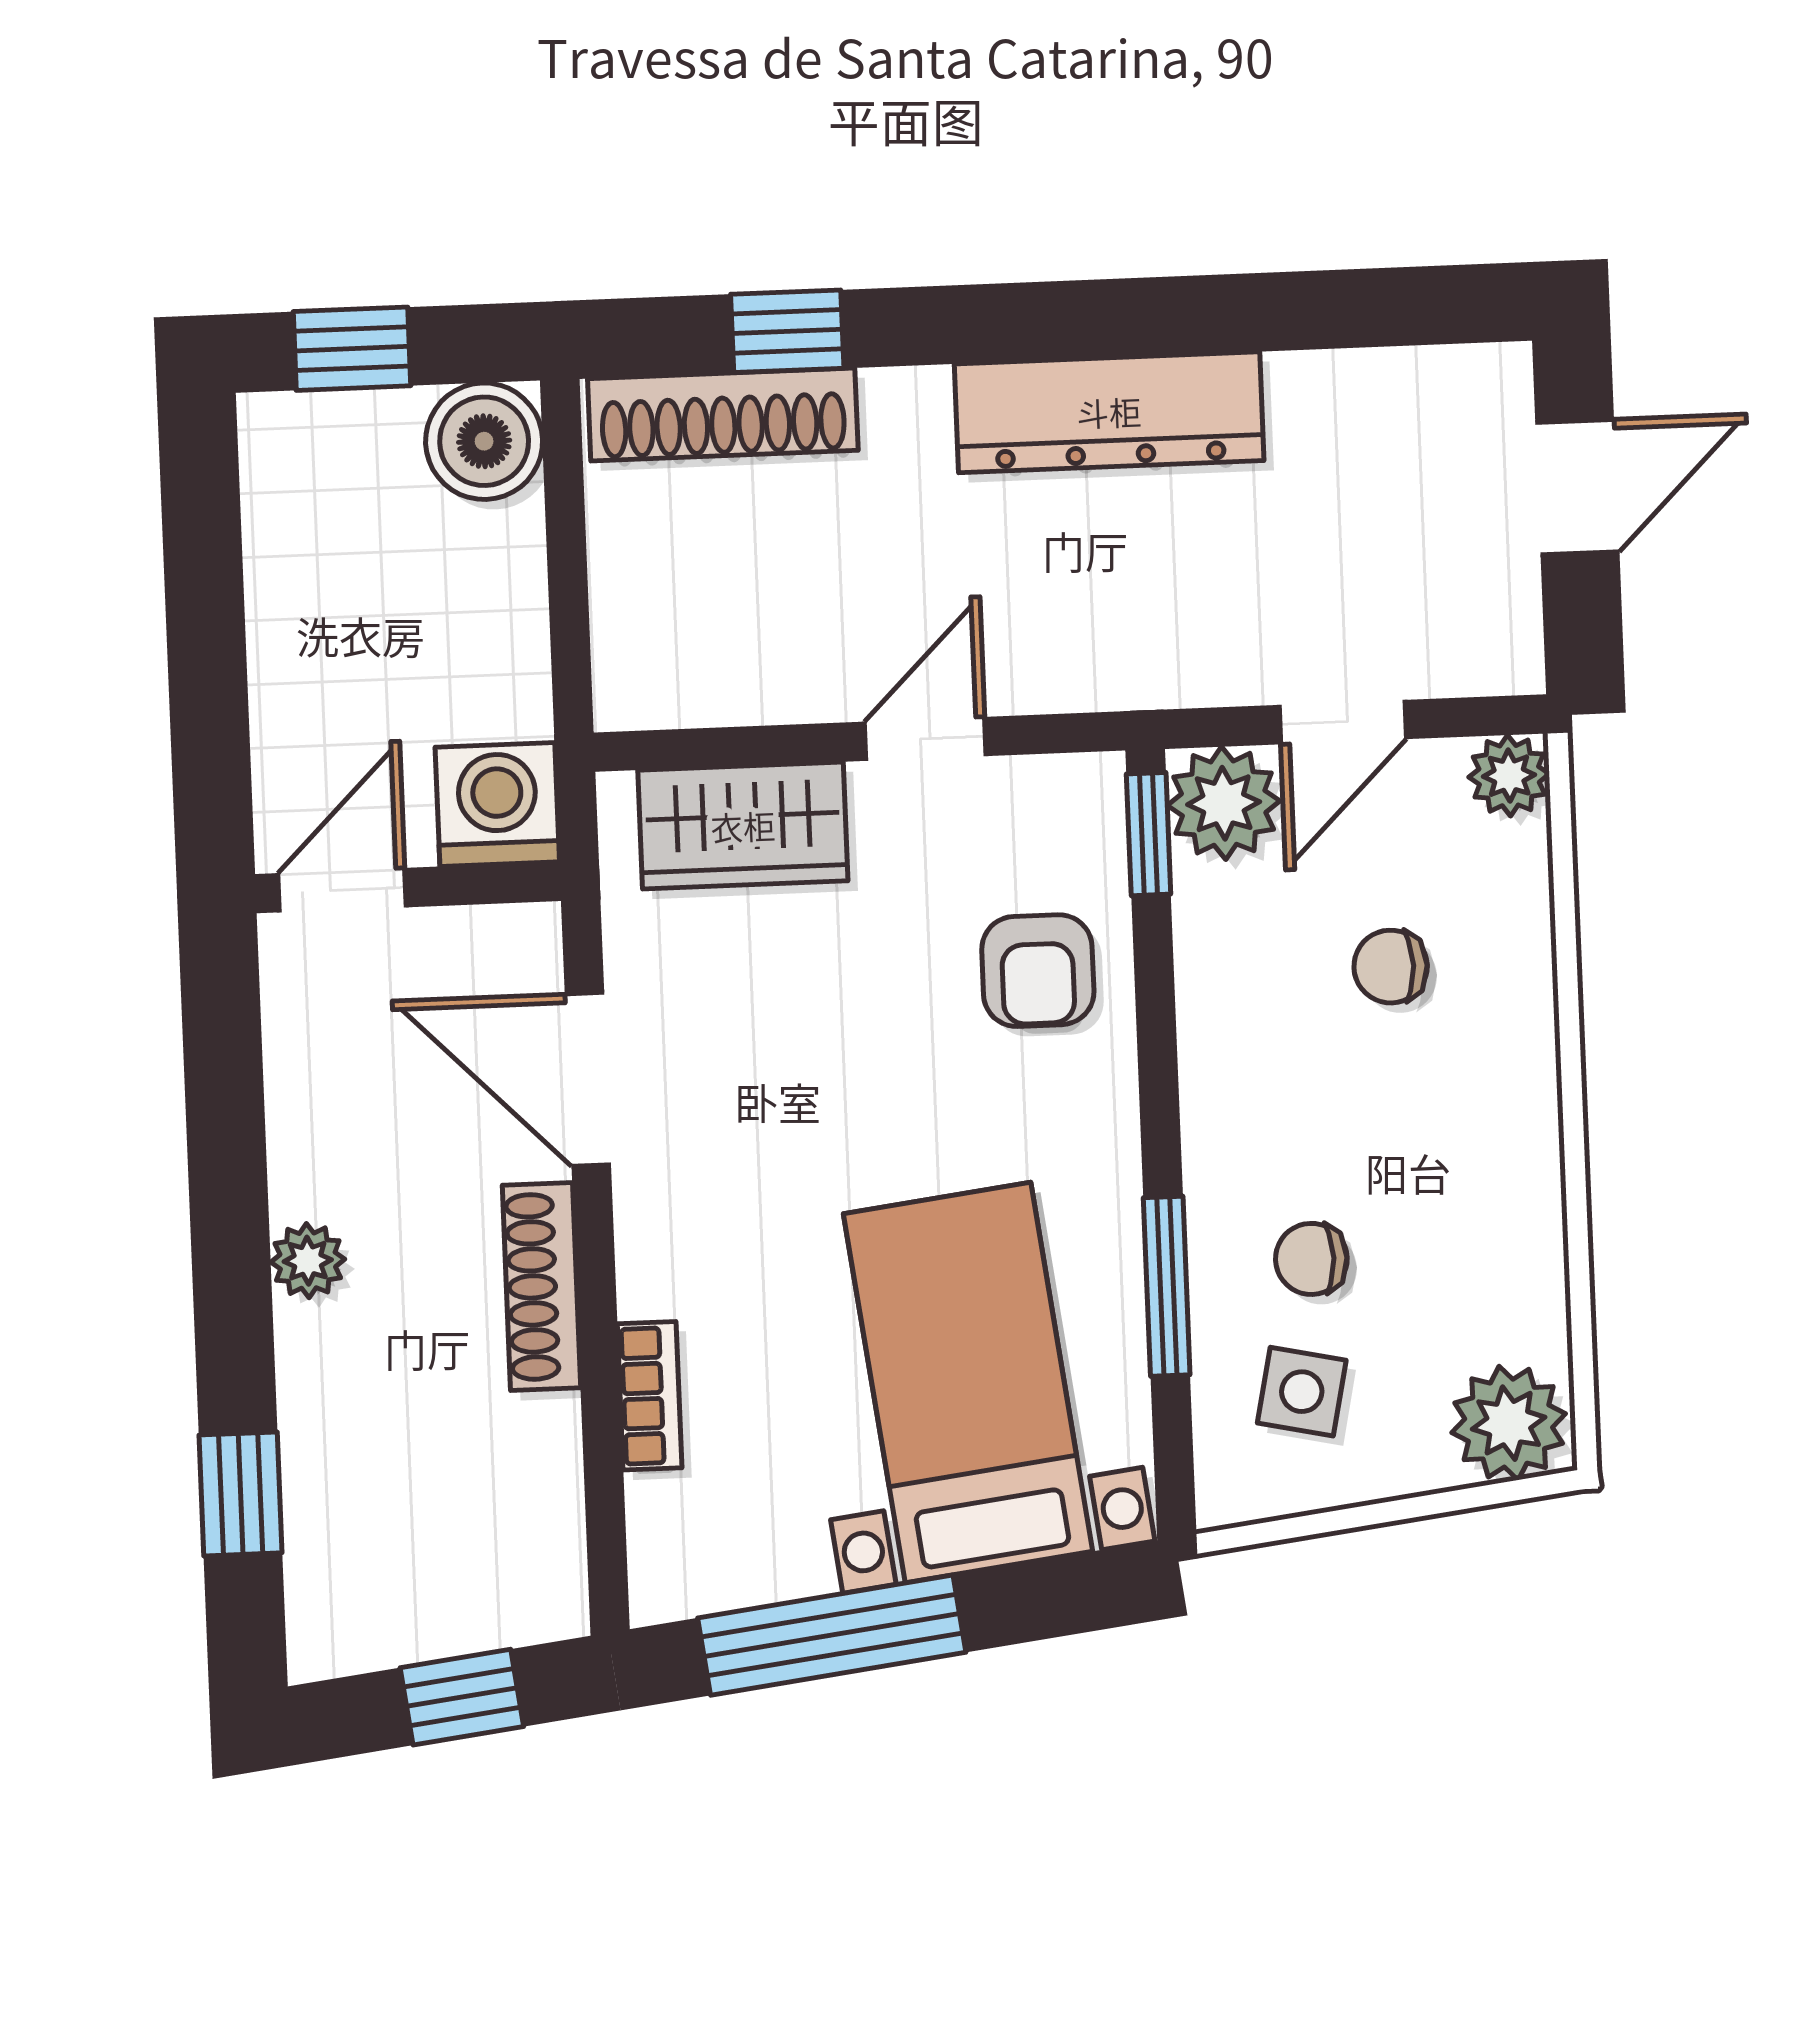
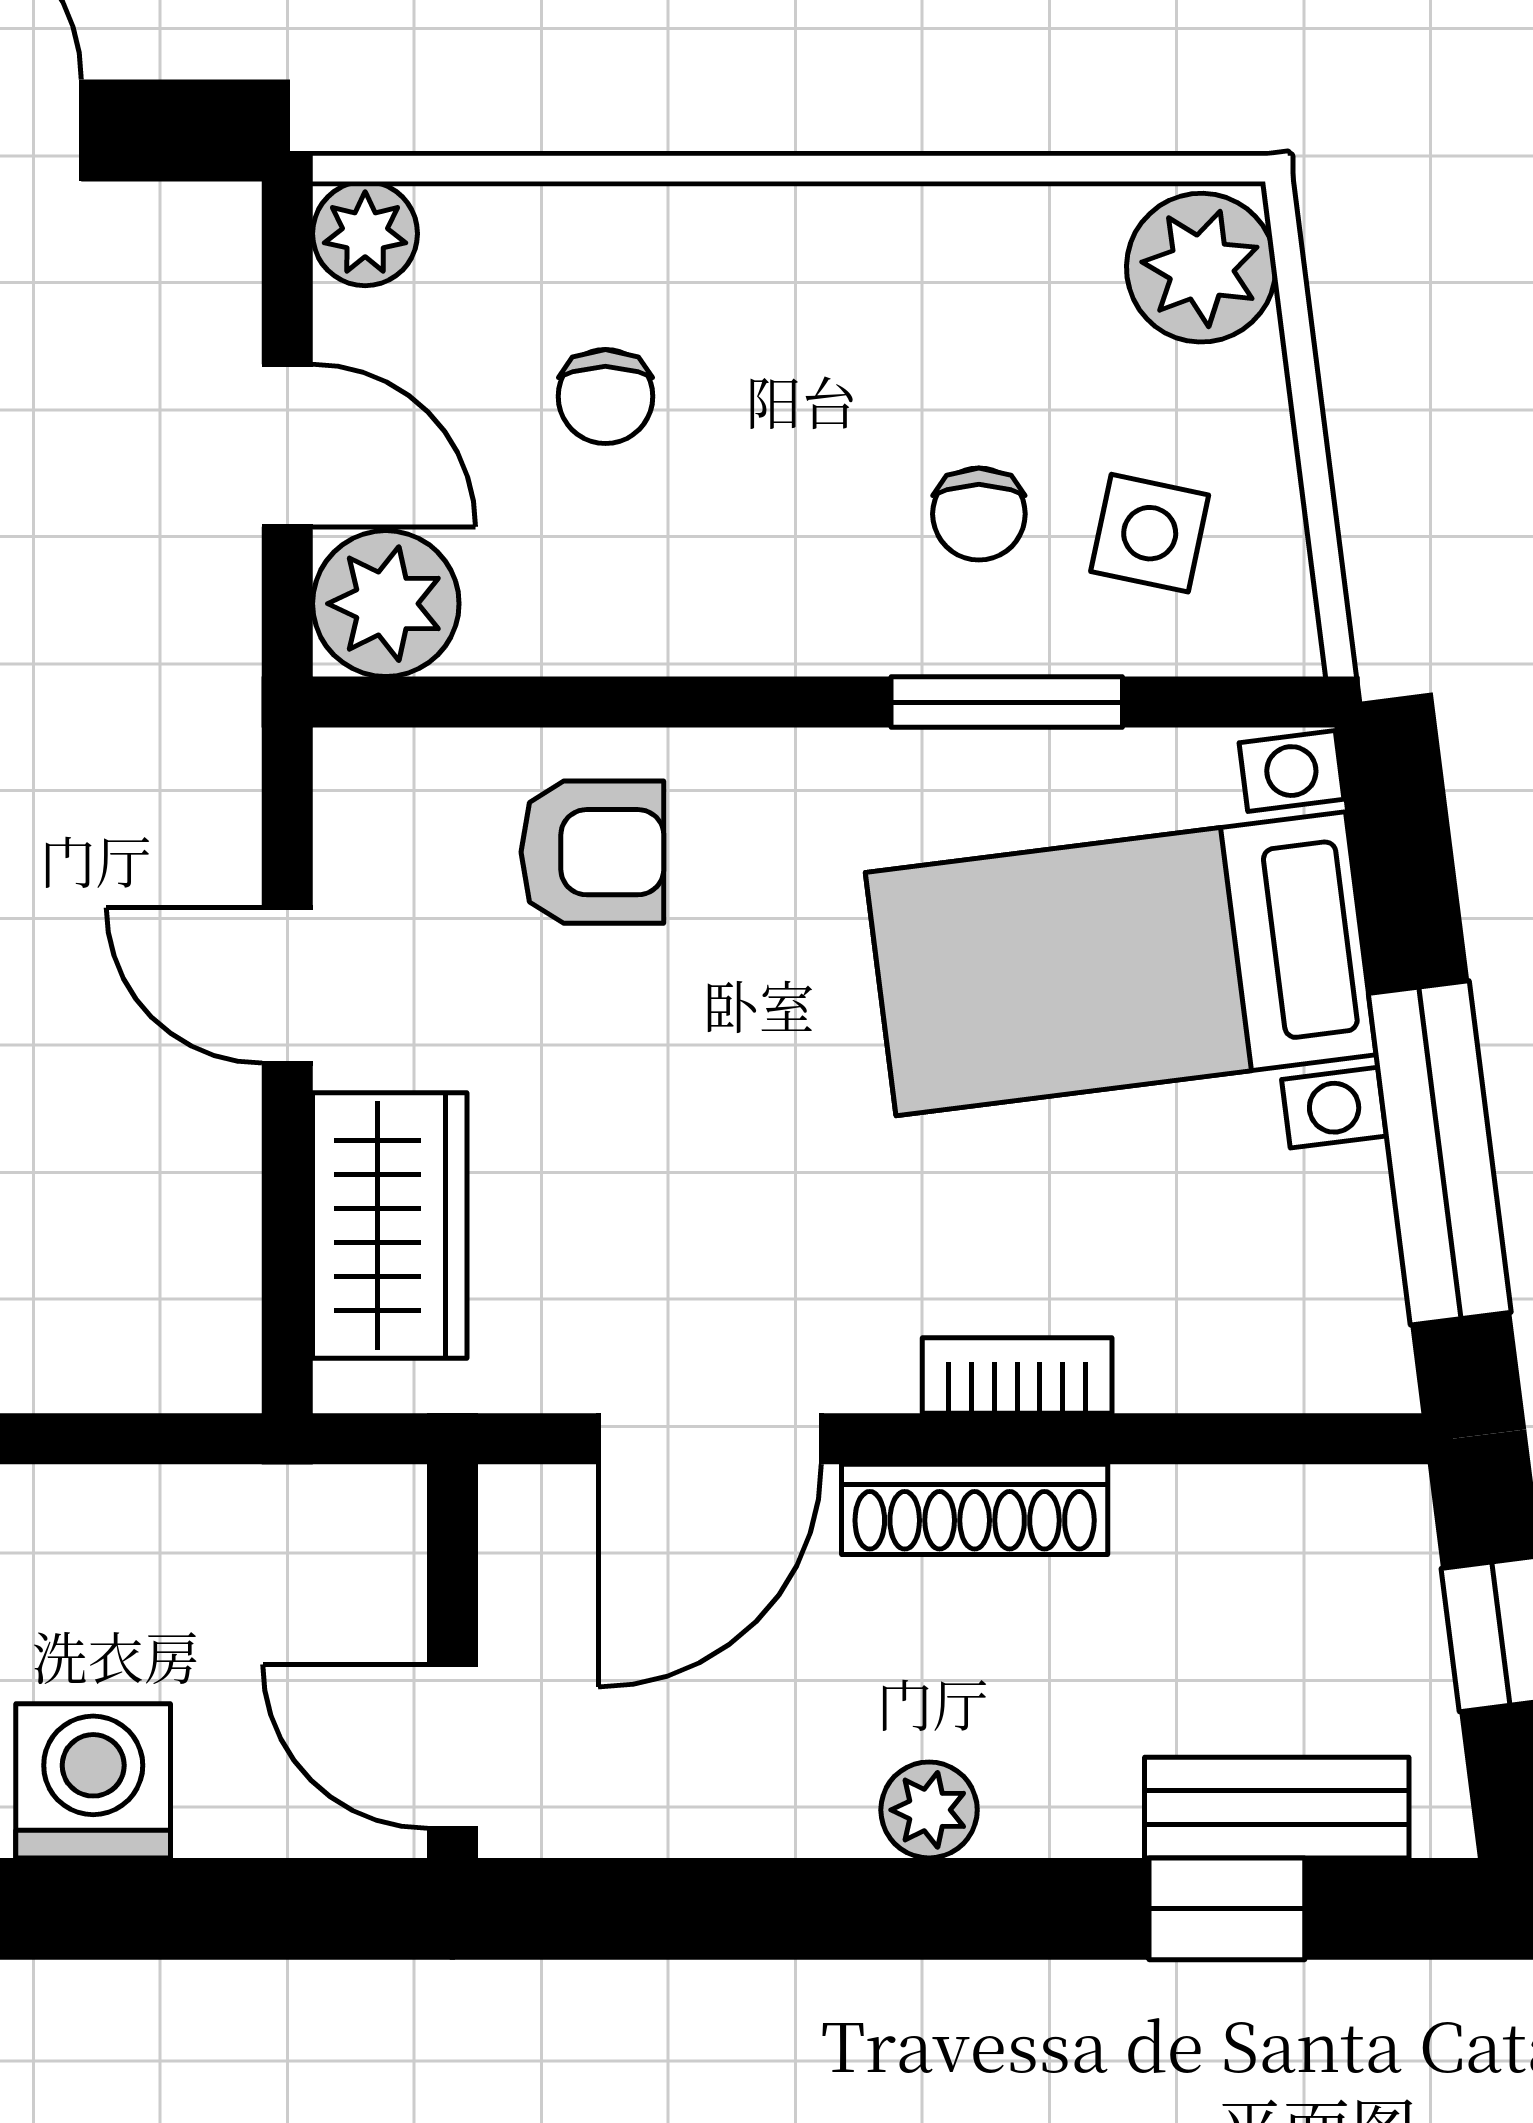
washing machine: (497, 804) -> (93, 1781), moved, turned 90
window: (1149, 834) -> (422, 702), removed
bookcase: (650, 1396) -> (1017, 1376), moved
bench: (320, 1529) -> (1277, 1808), added

